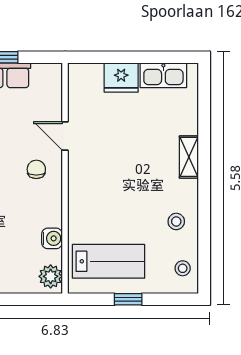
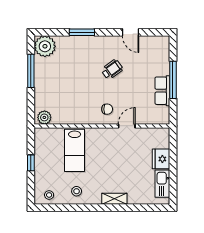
water cooler: (52, 238) -> (67, 118), removed
lab bench: (109, 261) -> (75, 150), moved

